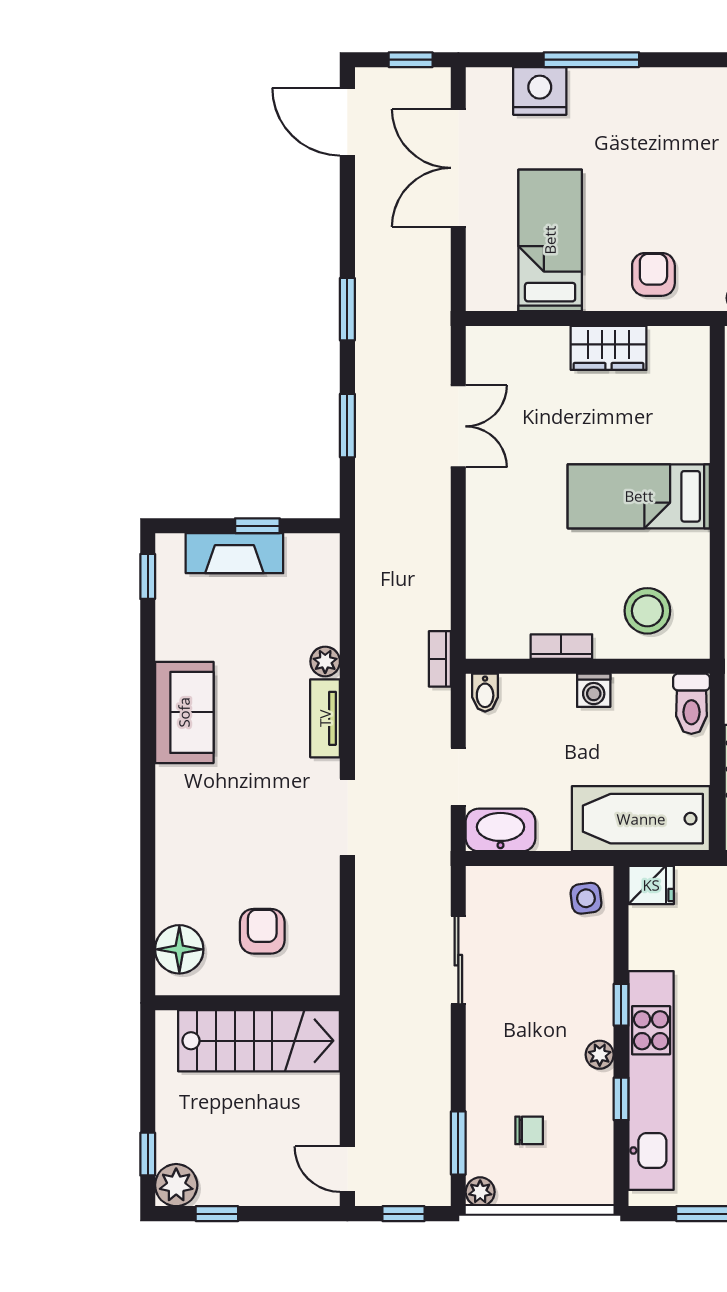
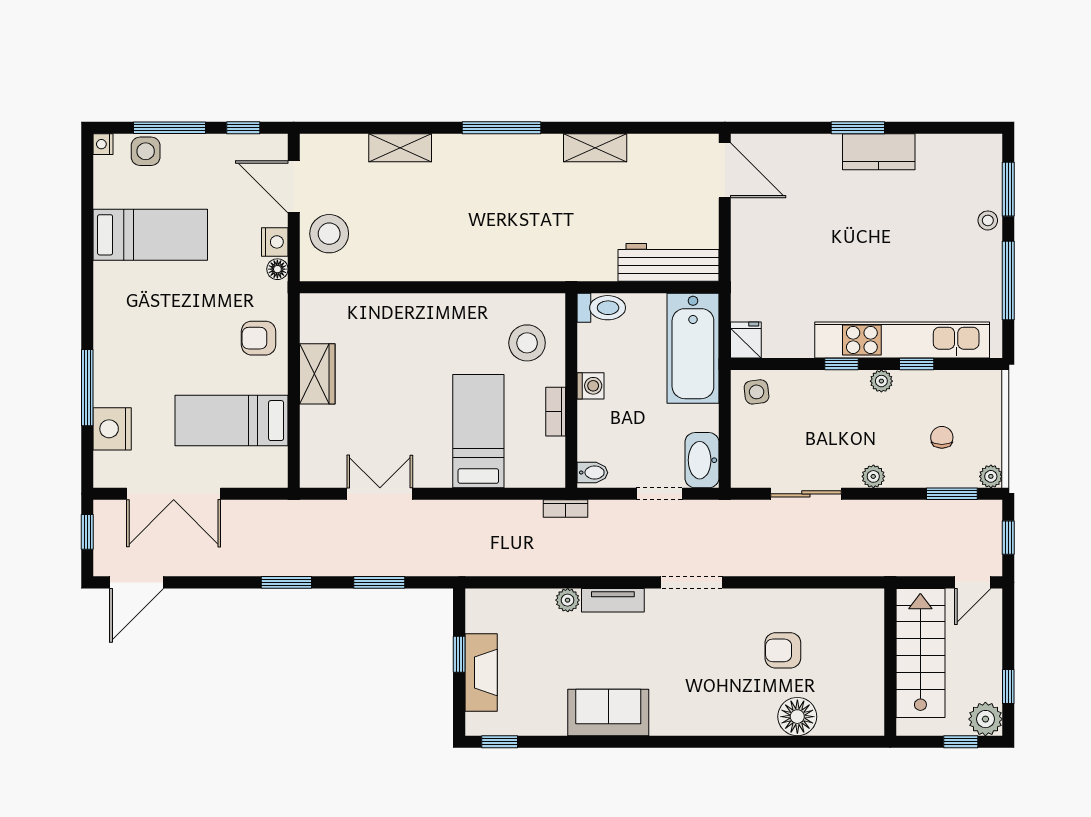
bed: (639, 496) -> (478, 431), moved, turned 180
wall: (248, 1003) -> (890, 662), moved
stairs: (259, 1041) -> (920, 653), moved
plant: (480, 1045) -> (873, 476), added

